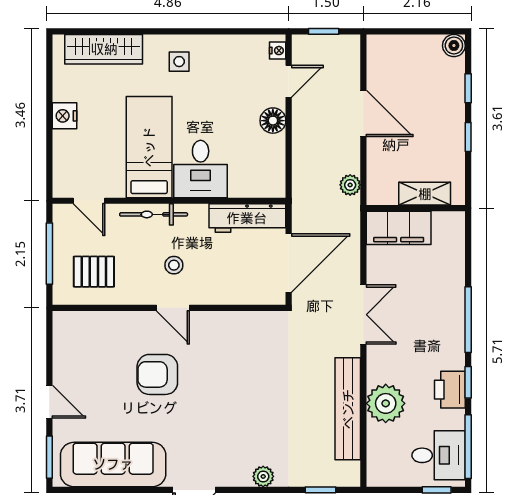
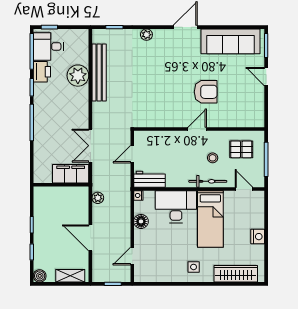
nightstand: (278, 51) -> (138, 195), moved
floor lamp: (273, 121) -> (141, 221), moved
desk: (201, 169) -> (176, 207), width x1.37
shelving: (425, 194) -> (70, 276), moved
workbench: (247, 218) -> (149, 179), width x0.73
door: (289, 263) -> (132, 154), width x0.53
stool: (174, 265) -> (213, 158), moved
door: (173, 308) -> (197, 129), hinge flipped
double door: (363, 315) -> (90, 146), moved
printer: (450, 390) -> (42, 72), moved

